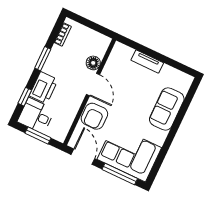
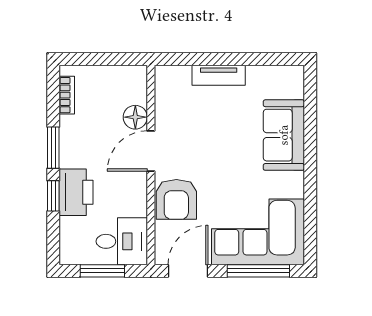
door: (93, 85) -> (151, 151), swing flipped
window: (25, 97) -> (53, 196), moved
desk: (36, 116) -> (122, 241), moved, turned 180
door: (83, 157) -> (188, 271), hinge flipped

